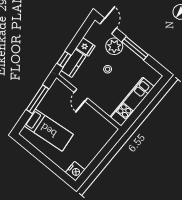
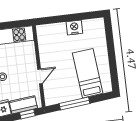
nightstand: (75, 171) -> (74, 28), moved

